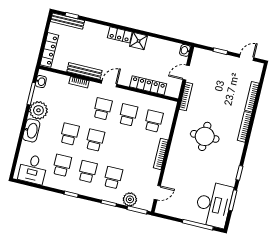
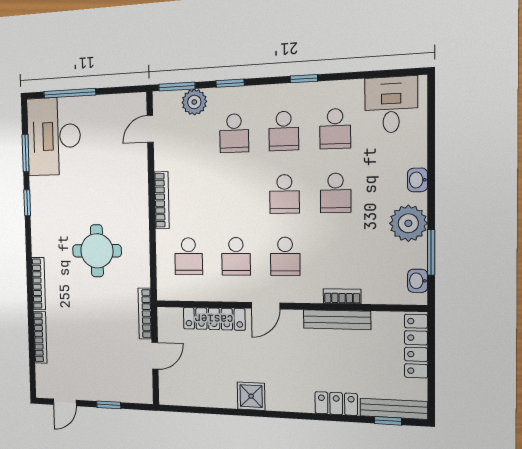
locker: (120, 35) -> (336, 404), moved
washbasin: (185, 50) -> (167, 395), removed
door: (109, 84) -> (266, 306), moved
washbasin: (31, 130) -> (417, 180), width x0.52, depth x0.69

